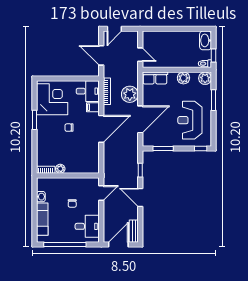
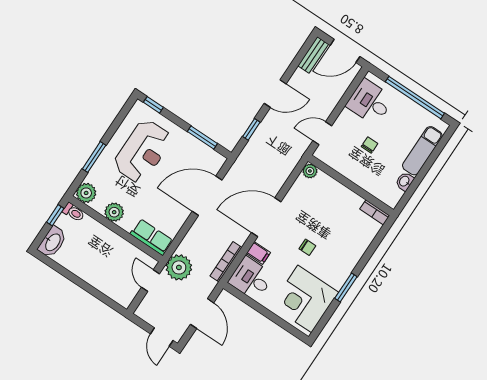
door: (114, 29) -> (162, 337), swing flipped
plant: (130, 94) -> (179, 267), moved
plant: (60, 169) -> (310, 171), moved
door: (140, 197) -> (275, 94), hinge flipped

